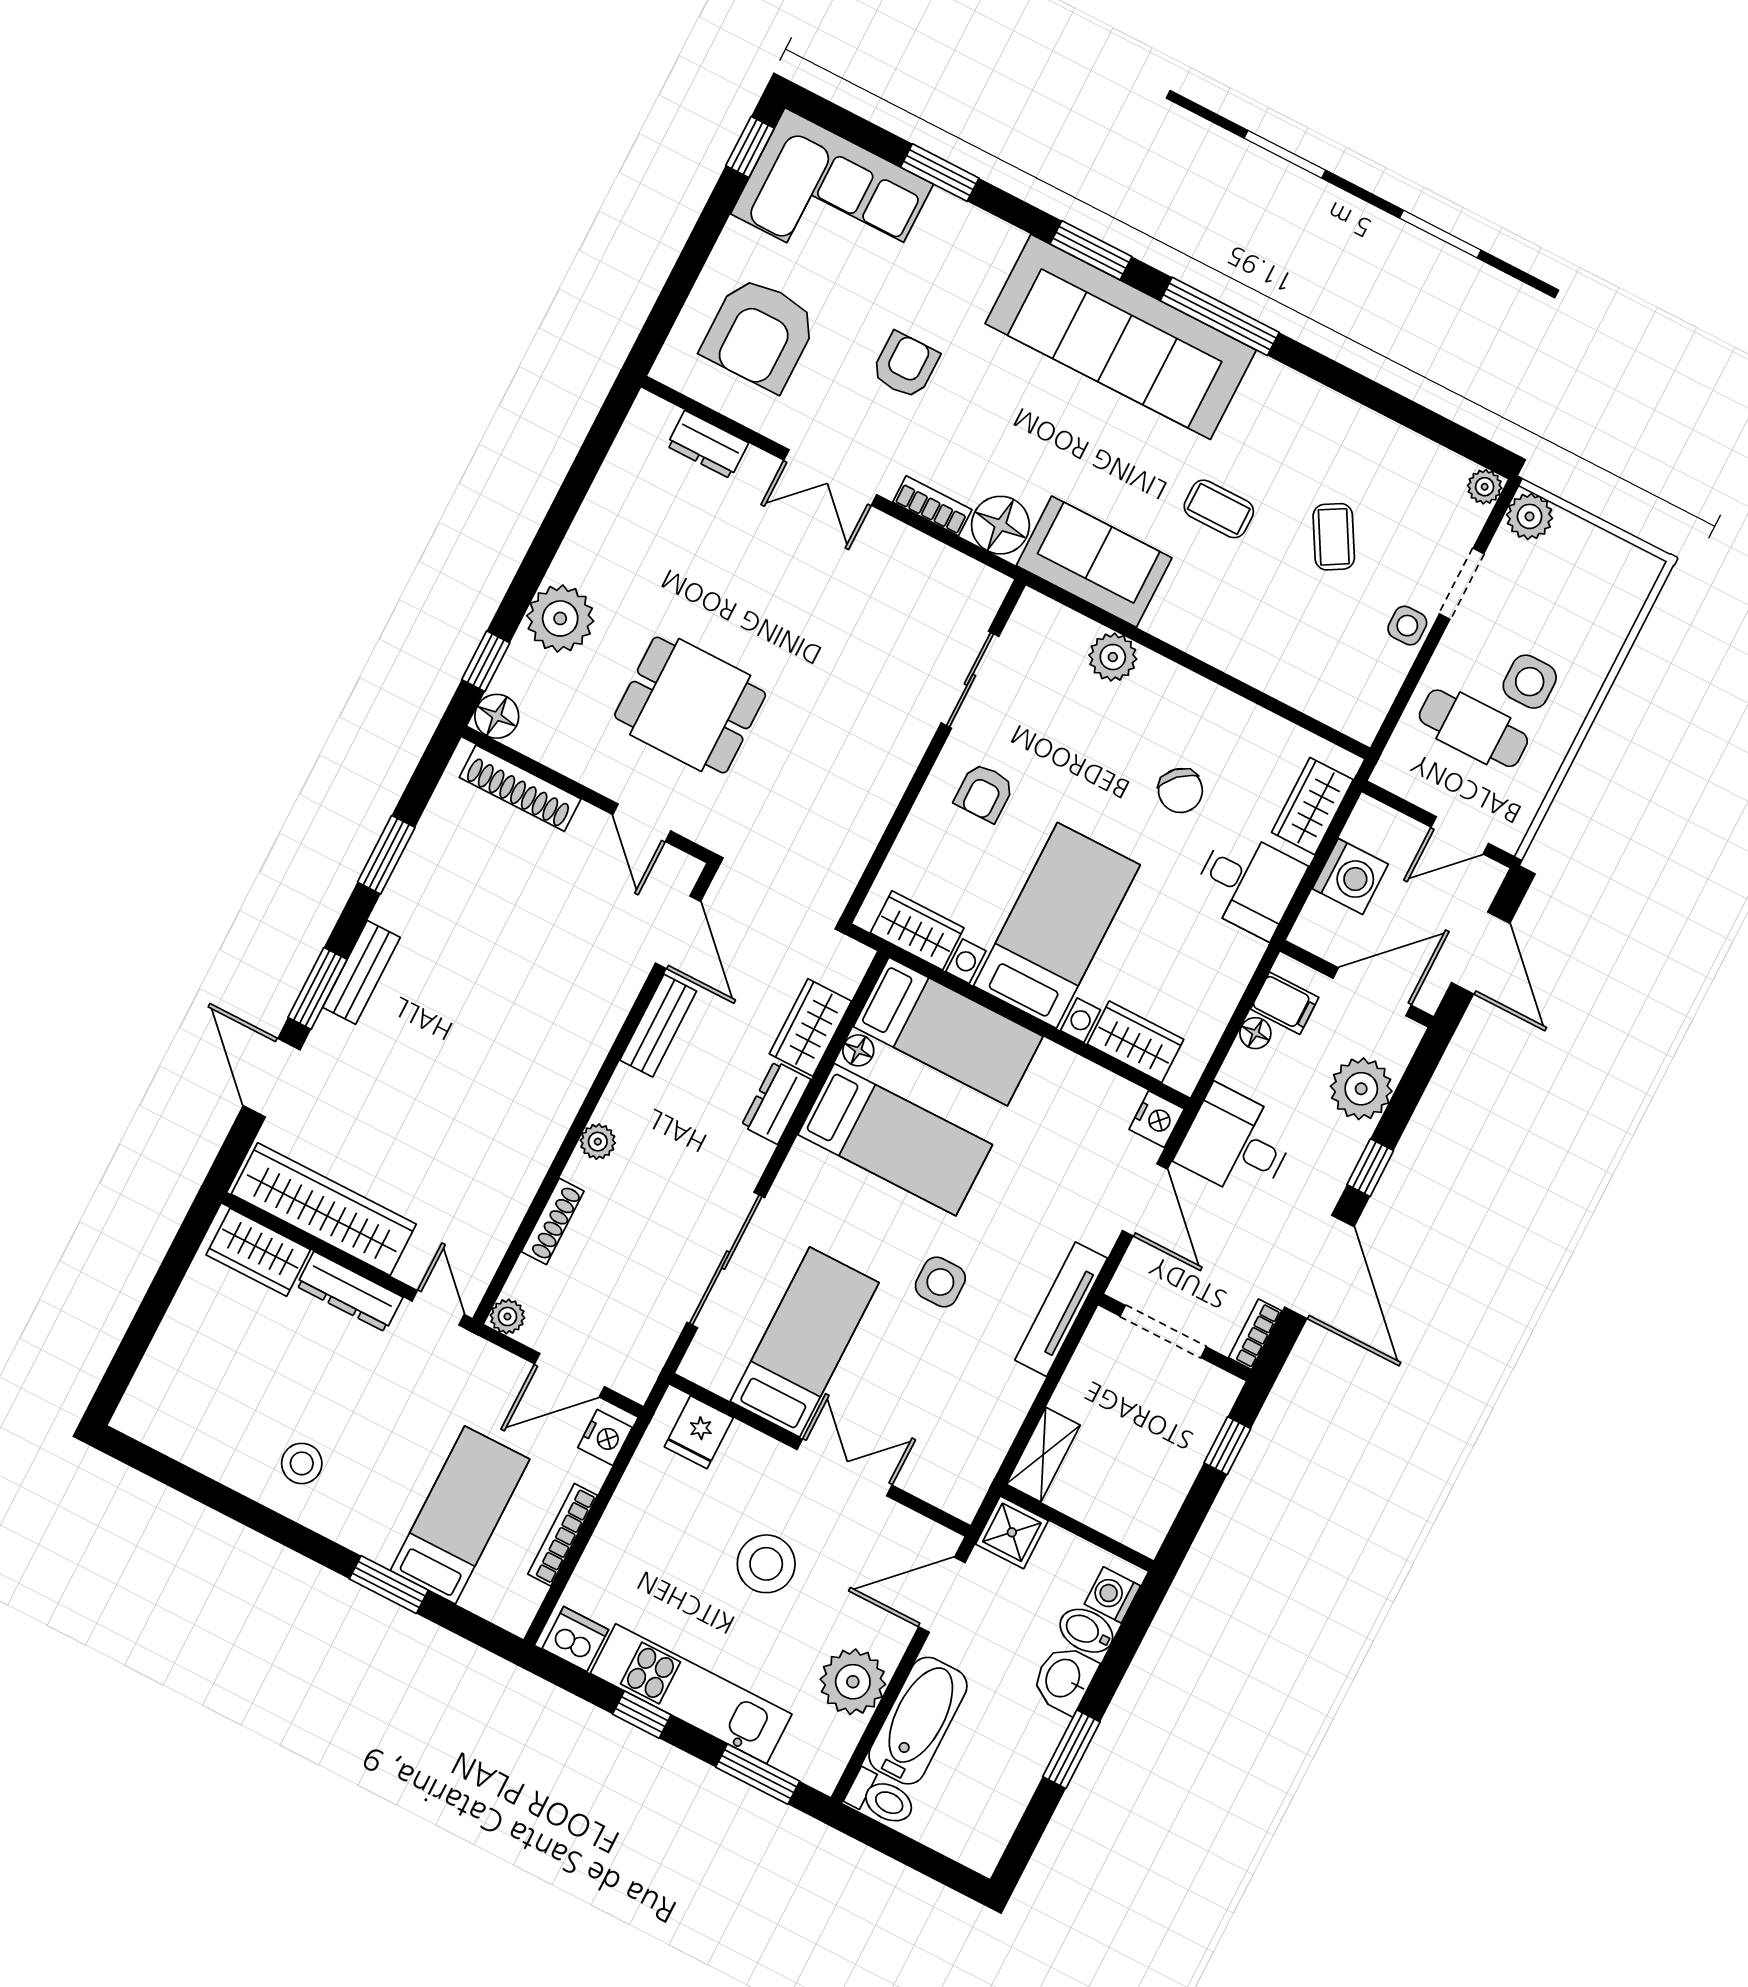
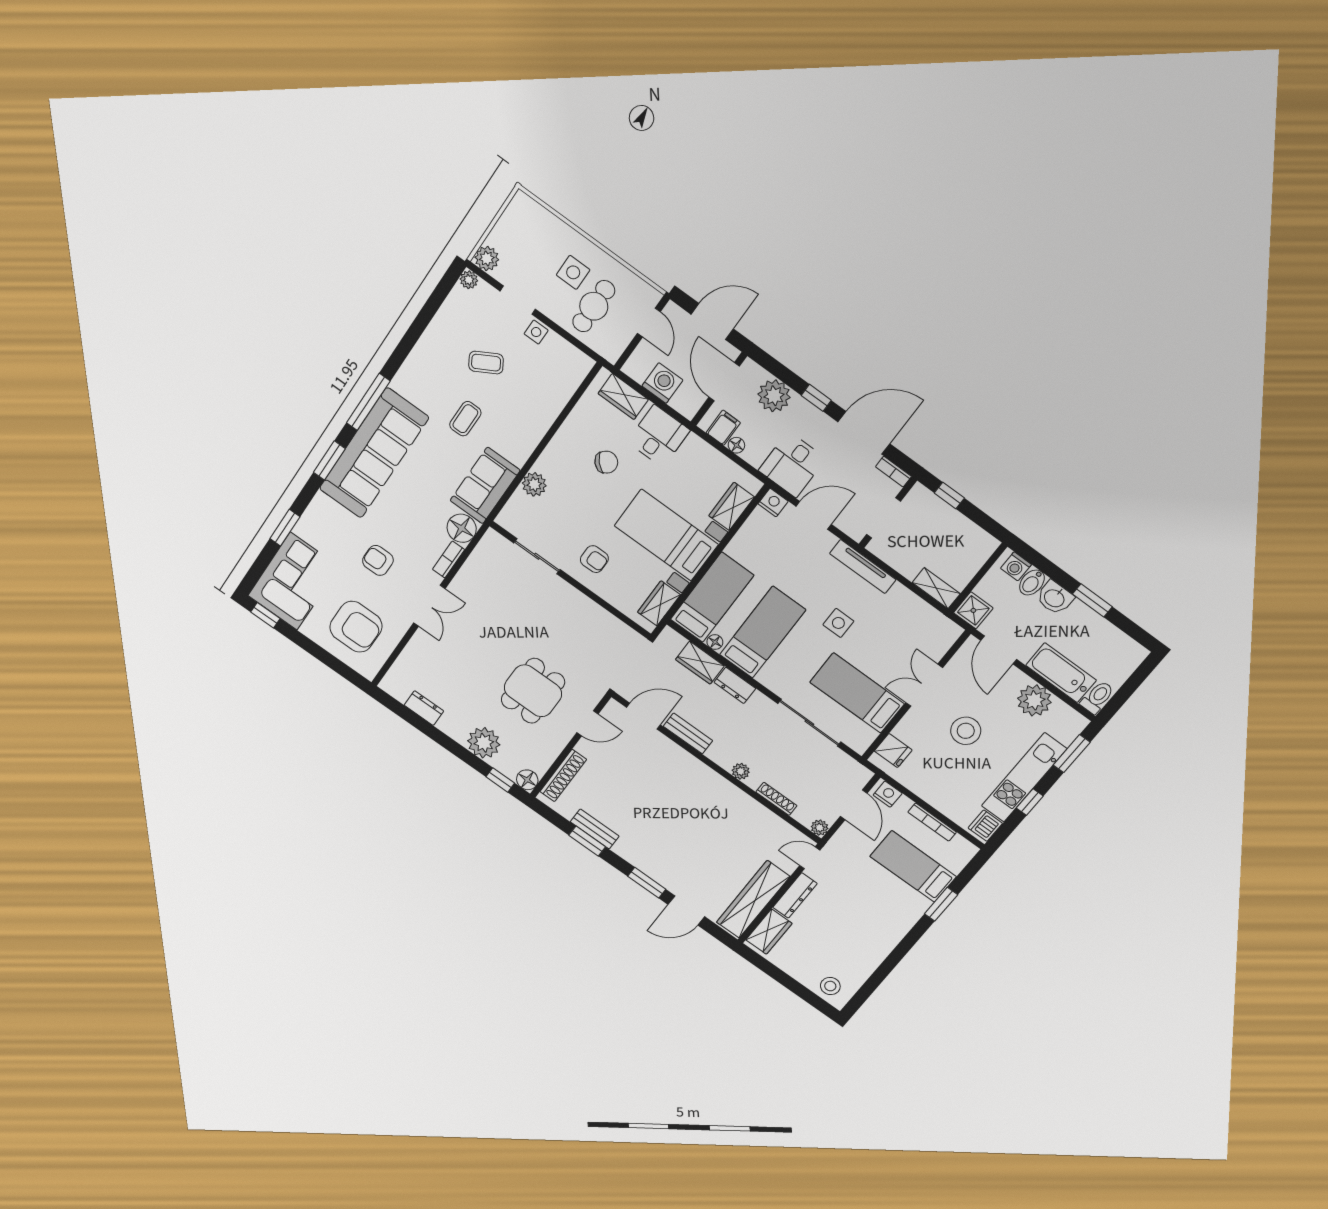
dresser: (708, 445) -> (424, 708), moved, turned -90
bench: (361, 972) -> (595, 829), moved
stool: (302, 1463) -> (830, 986), moved

